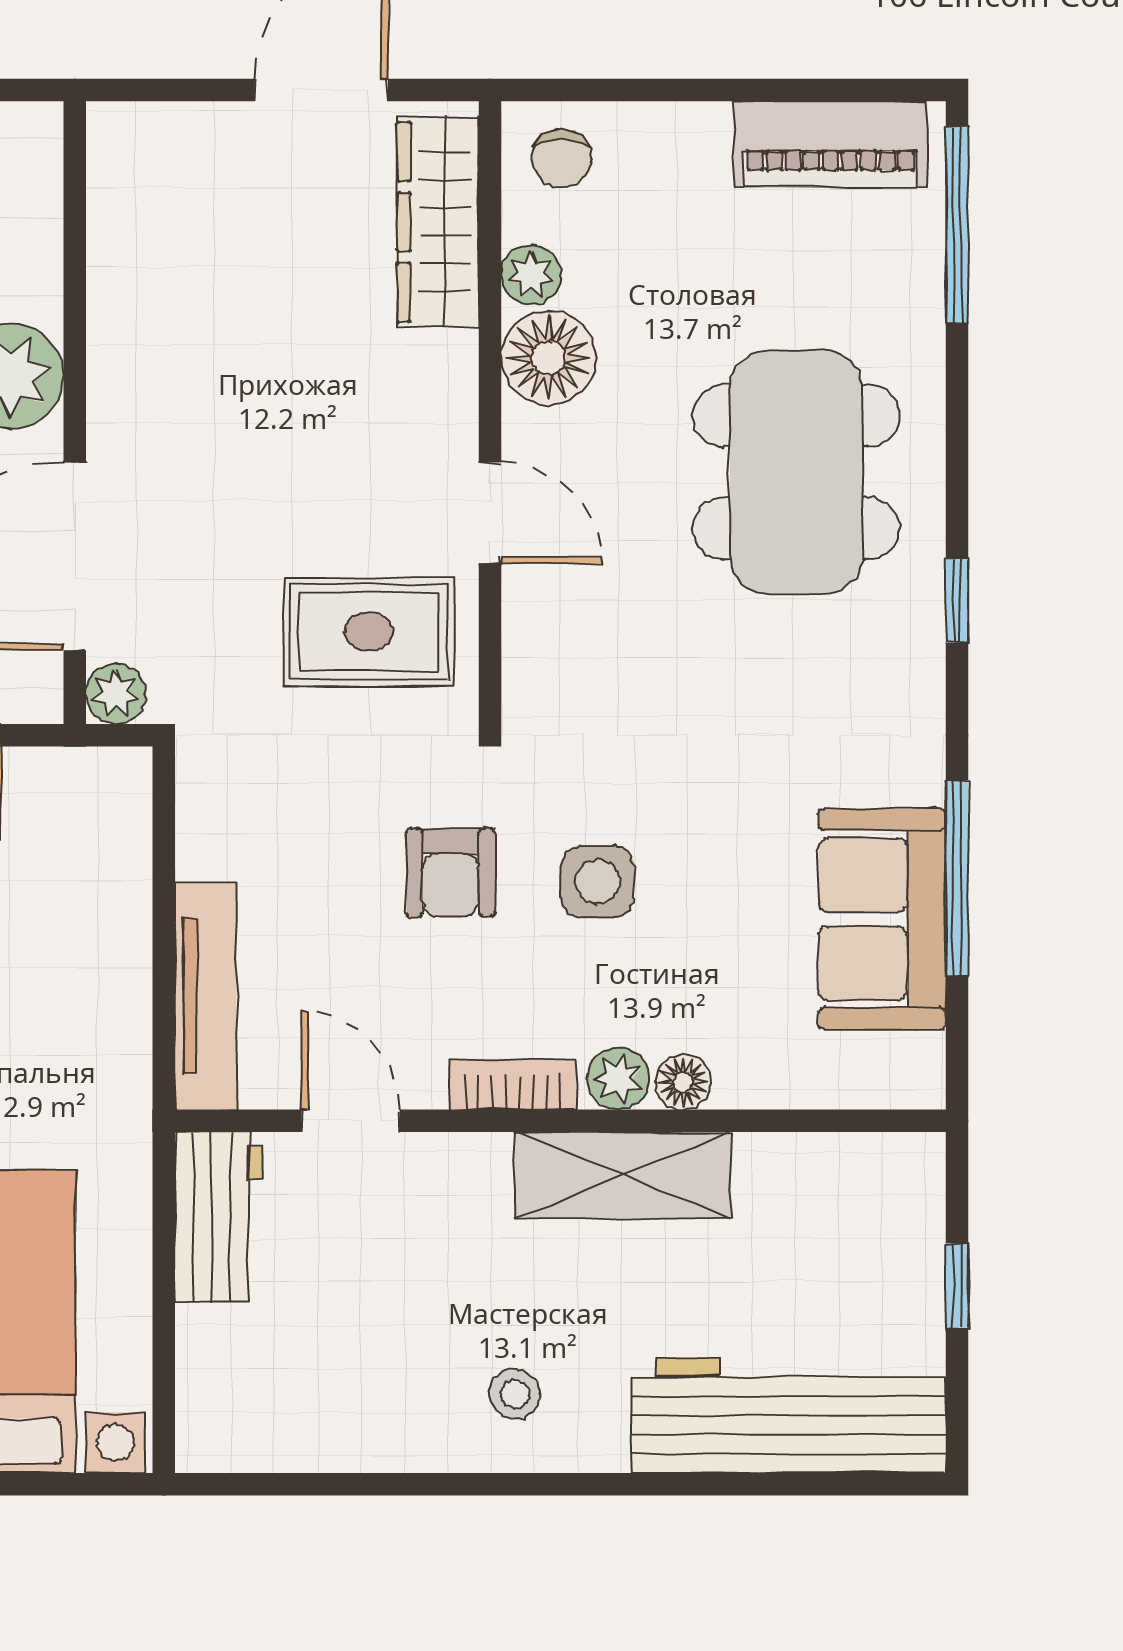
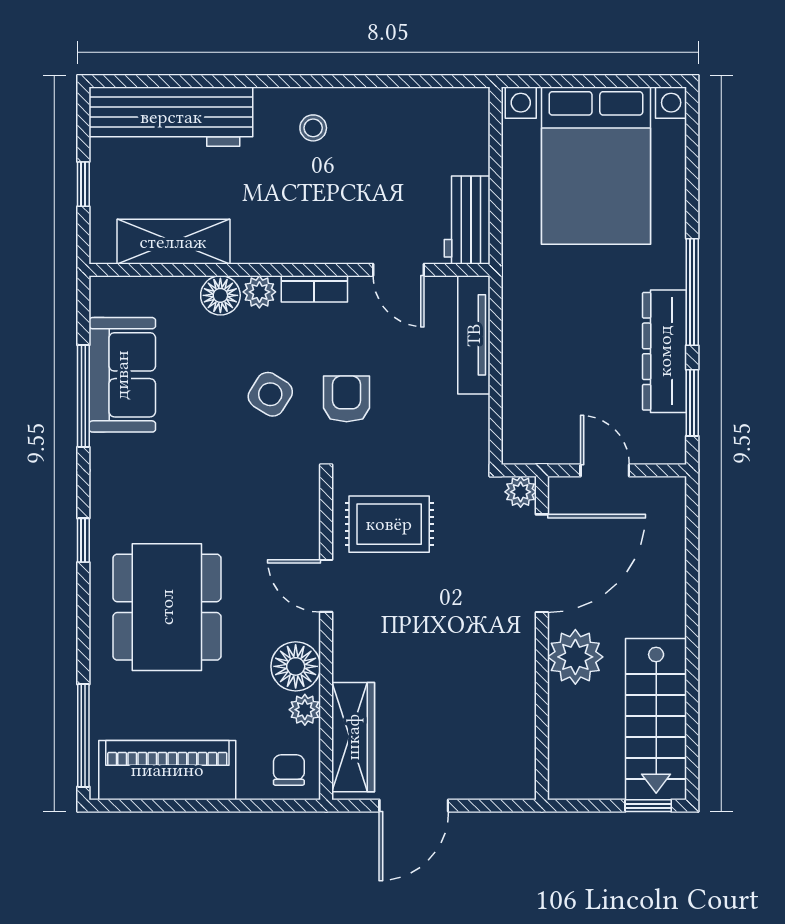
piano: (831, 144) -> (167, 770), width x1.37, depth x1.33
side table: (597, 882) -> (270, 394), turned 32
floor lamp: (683, 1082) -> (220, 295), width x1.37, depth x1.37
shelving: (623, 1175) -> (173, 242), moved

